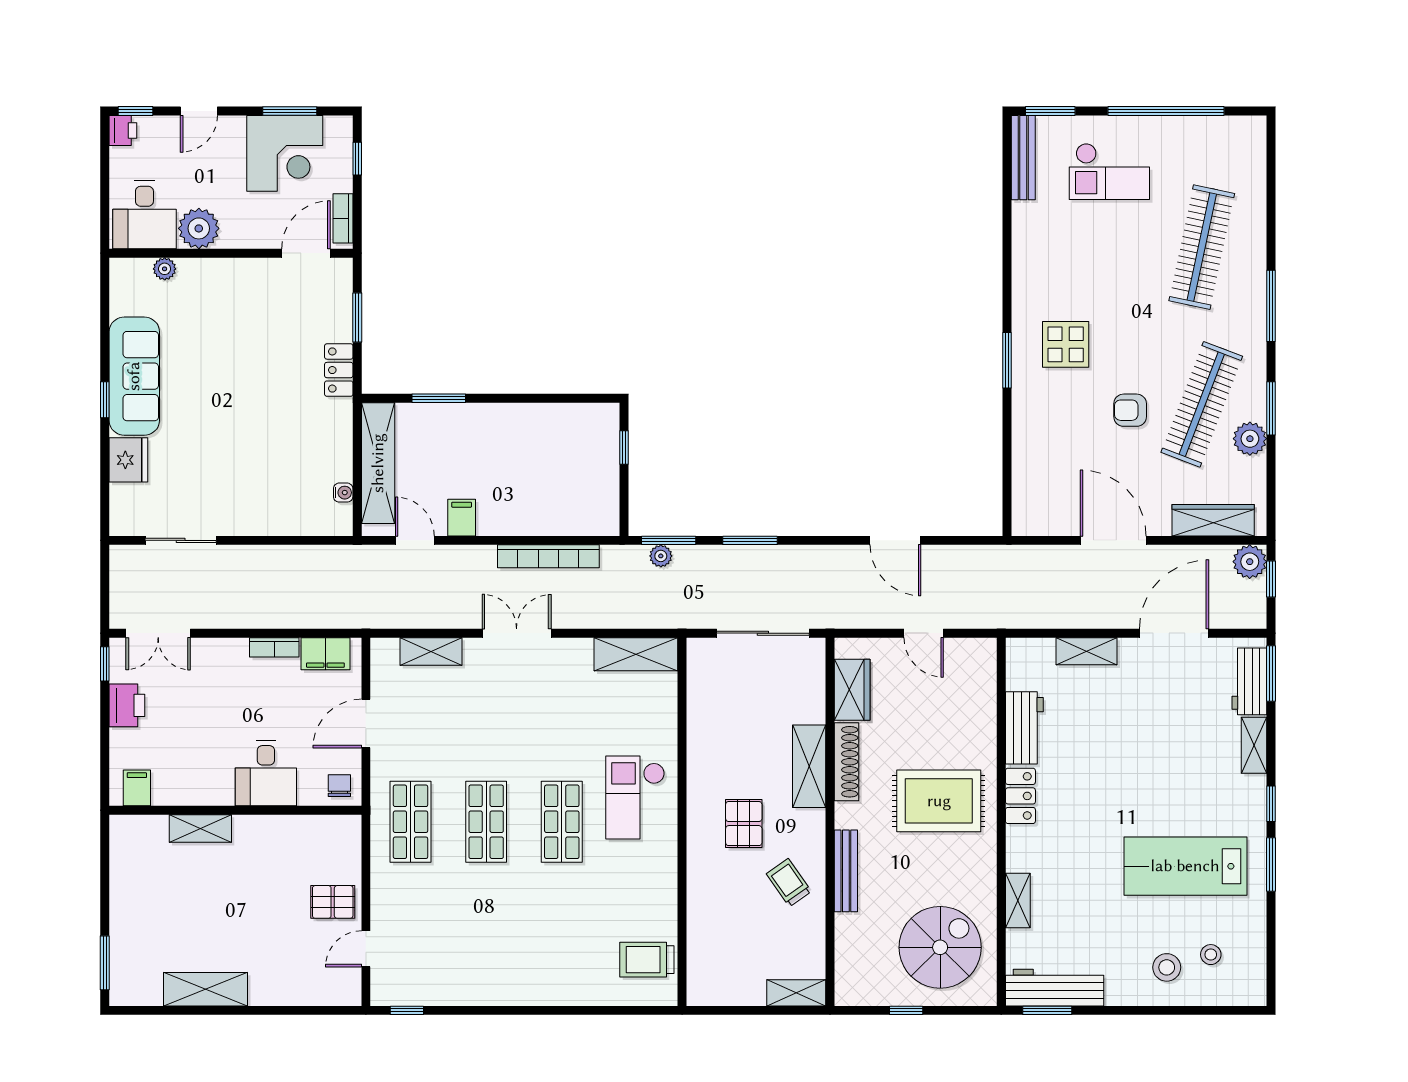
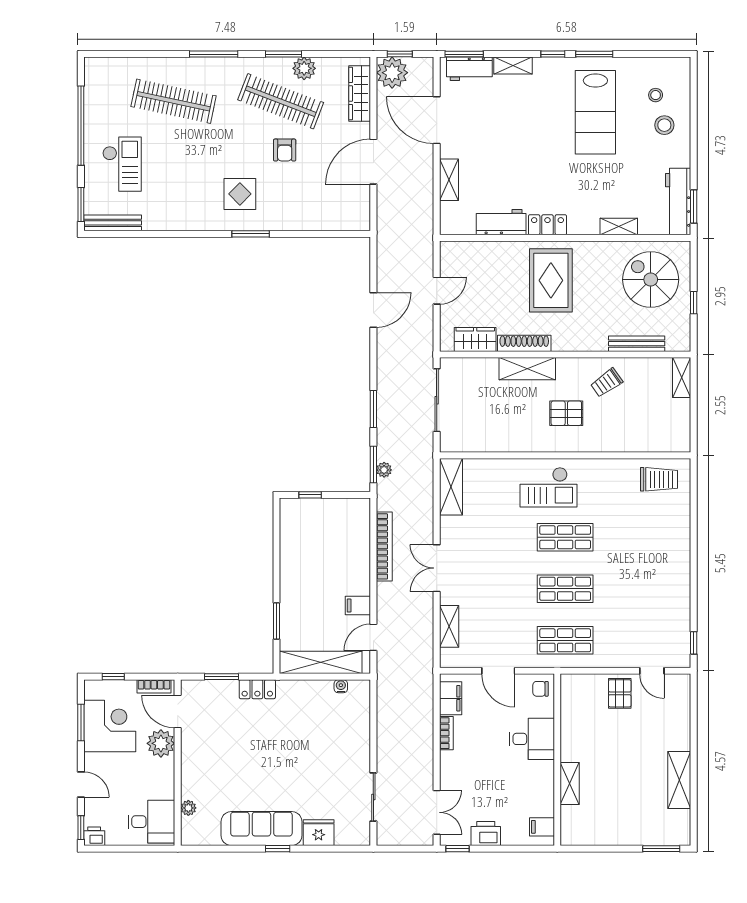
plant: (199, 228) -> (161, 743), moved
plant: (1250, 562) -> (392, 73), width x1.36, depth x1.36
bench: (846, 871) -> (637, 344), moved
trolley: (647, 960) -> (659, 479), turned -90

